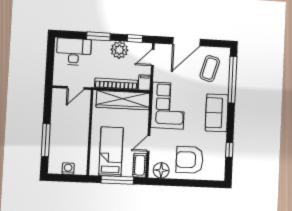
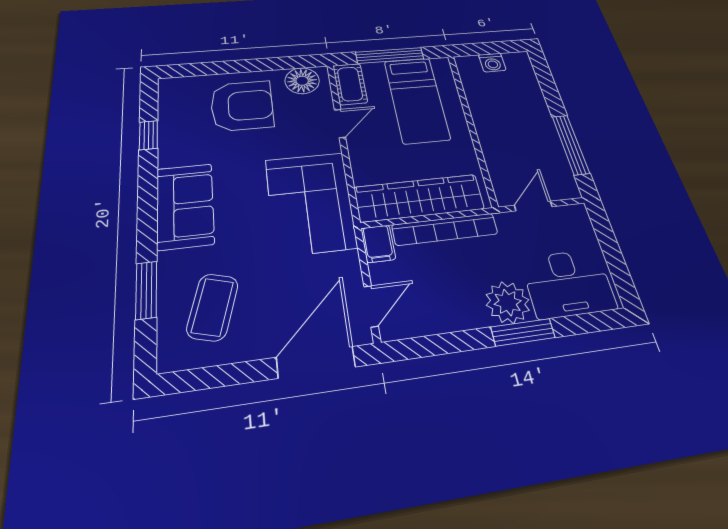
window: (135, 39) -> (429, 346), removed
door: (186, 42) -> (316, 362), moved
plant: (119, 50) -> (508, 302), moved
window: (232, 80) -> (146, 290), width x0.47
window: (46, 140) -> (571, 145), moved

